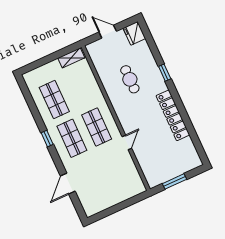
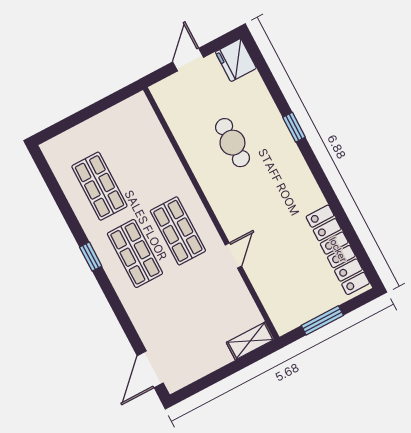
door: (108, 32) -> (188, 60), hinge flipped
shelving: (71, 58) -> (250, 341), moved
locker: (173, 115) -> (338, 250), moved
door: (68, 184) -> (150, 369), moved

